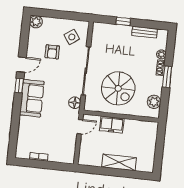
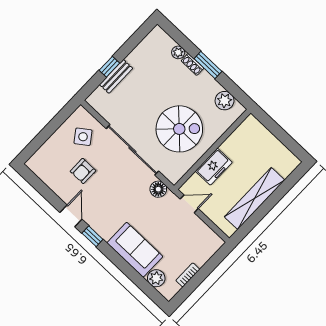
plant: (36, 22) -> (156, 278), moved
bench: (145, 32) -> (116, 76), moved
armchair: (52, 52) -> (83, 171), turned 90
sofa: (32, 98) -> (135, 250), moved
door: (80, 127) -> (189, 204), hinge flipped
shelving: (119, 162) -> (255, 198), width x1.47

